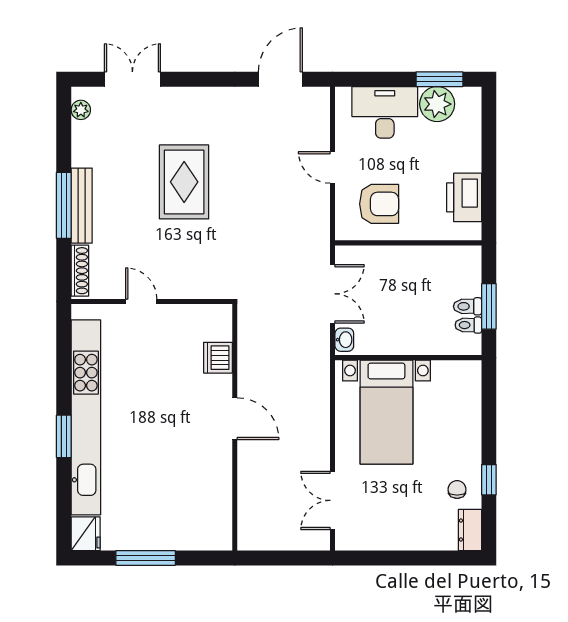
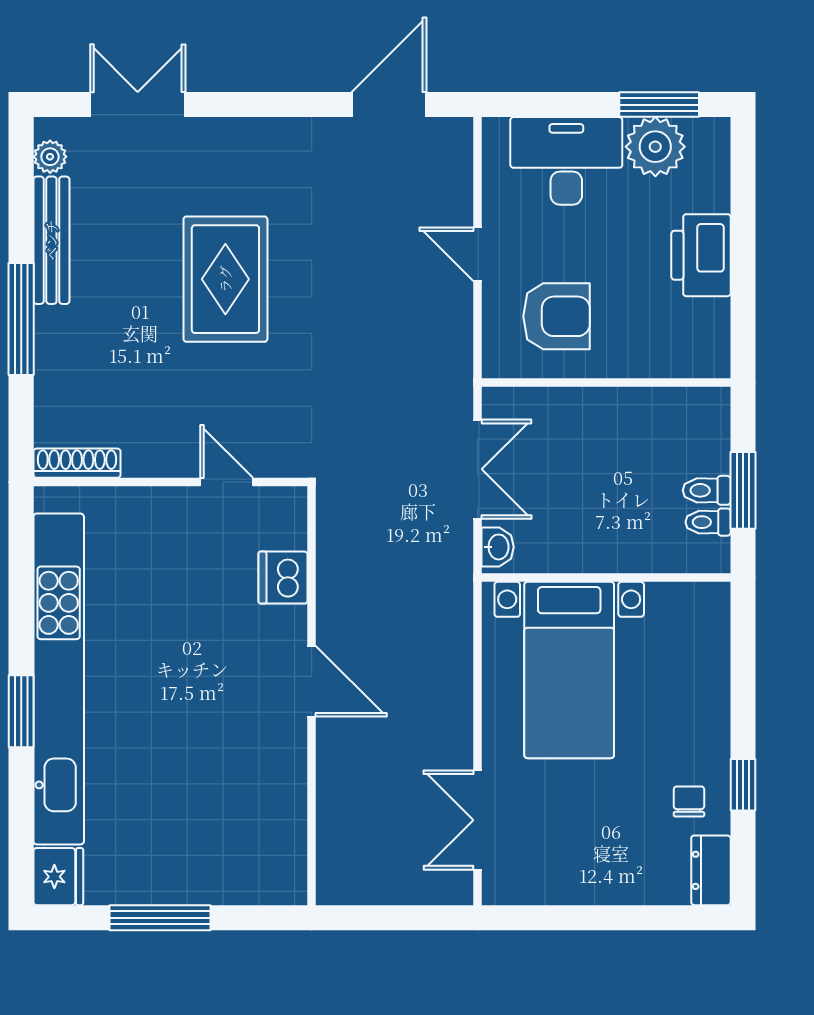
printer: (464, 197) -> (701, 255), moved
bench: (82, 206) -> (51, 240), moved
shoe rack: (80, 271) -> (77, 463), moved, turned -90
door: (141, 301) -> (227, 482), moved

